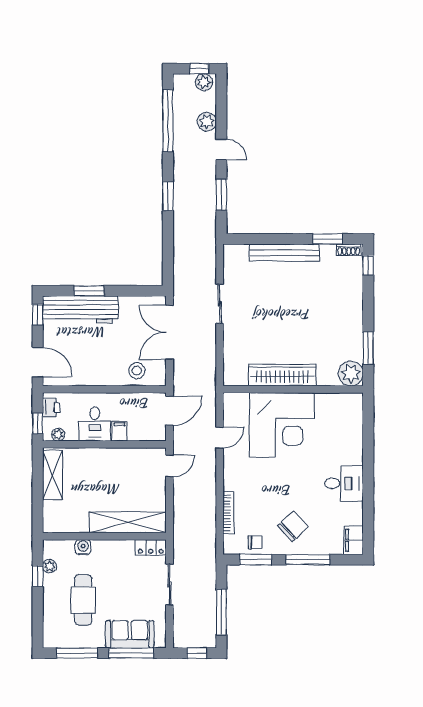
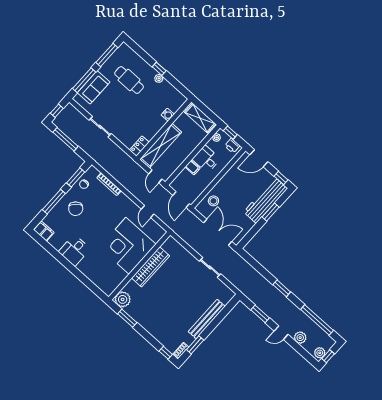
shelving: (128, 522) -> (161, 146), moved
wall: (104, 536) -> (164, 129), moved
water cooler: (83, 547) -> (168, 115), moved
locker: (151, 547) -> (139, 146), moved

